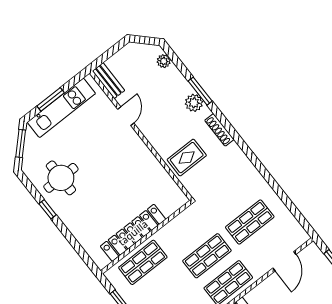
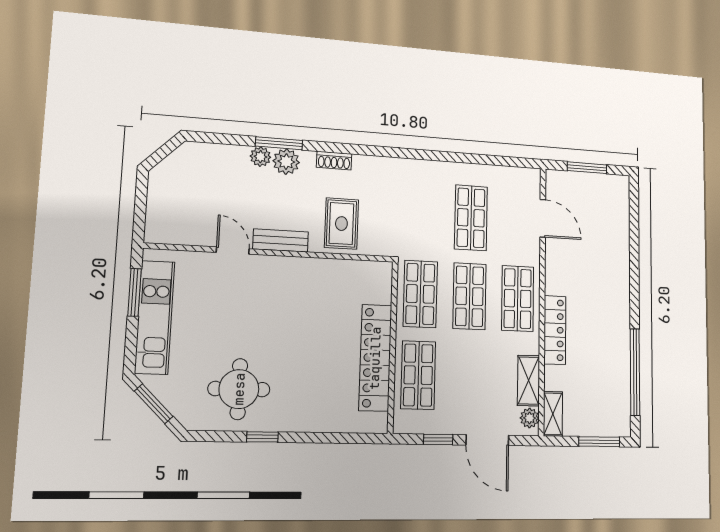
plant: (164, 61) -> (260, 157), moved
bench: (109, 81) -> (281, 241), moved
window: (51, 99) -> (134, 292), moved
shoe rack: (219, 130) -> (334, 161), width x0.70
shop shelf: (186, 229) -> (420, 294), added

